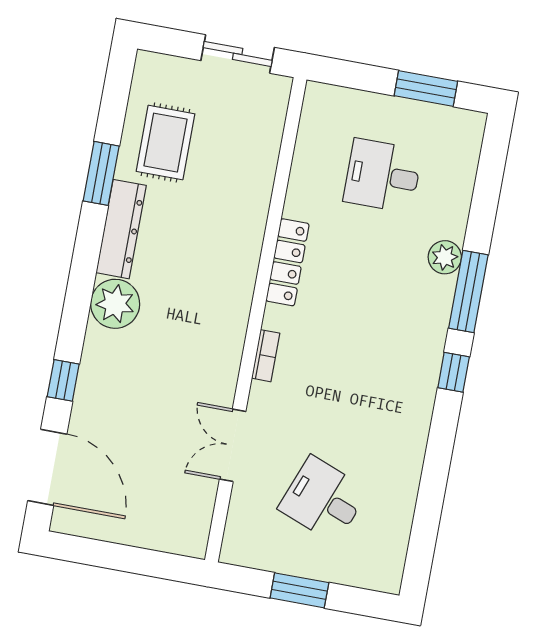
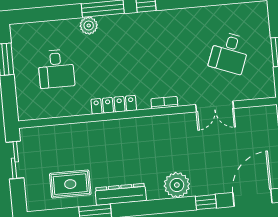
plant: (115, 304) -> (177, 185), moved

